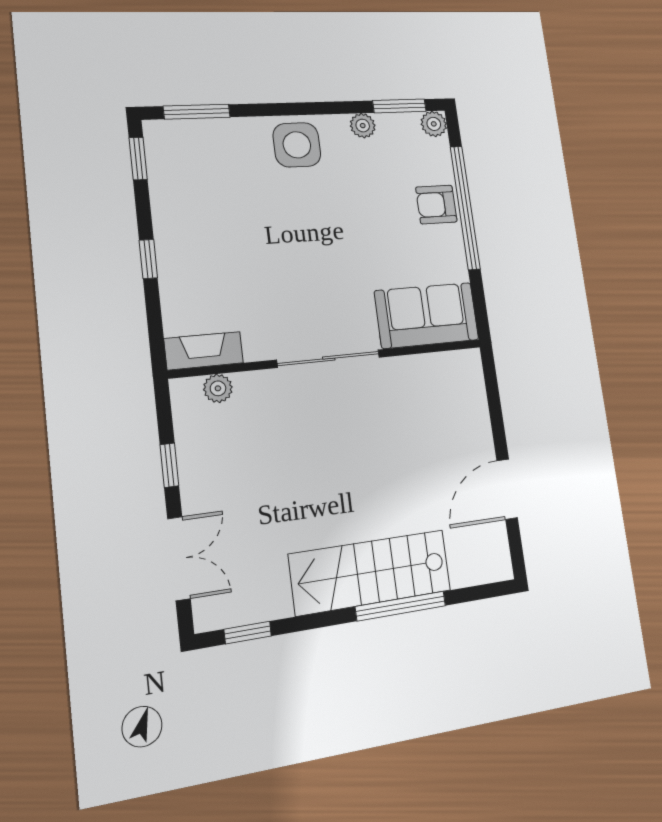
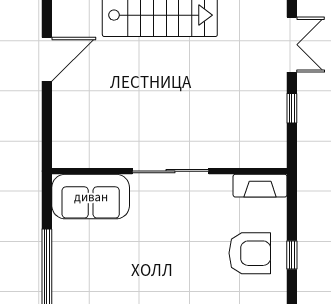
armchair: (436, 204) -> (250, 253), moved, width x1.38, depth x1.38
plant: (218, 388) -> (253, 158), removed
double door: (179, 559) -> (292, 45), swing flipped

